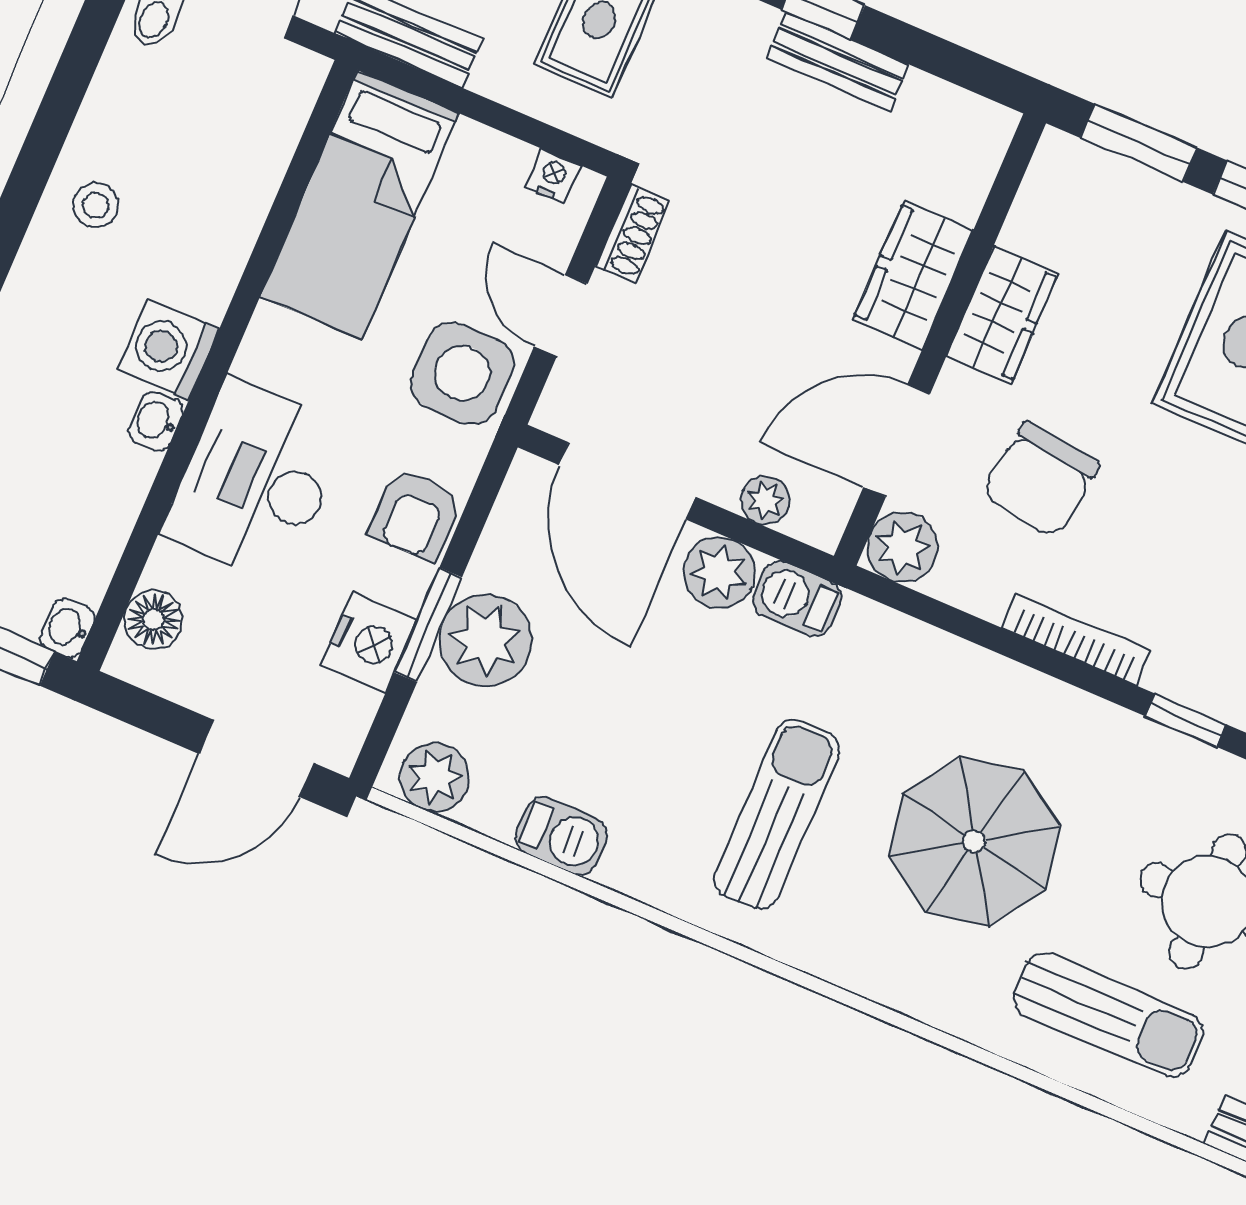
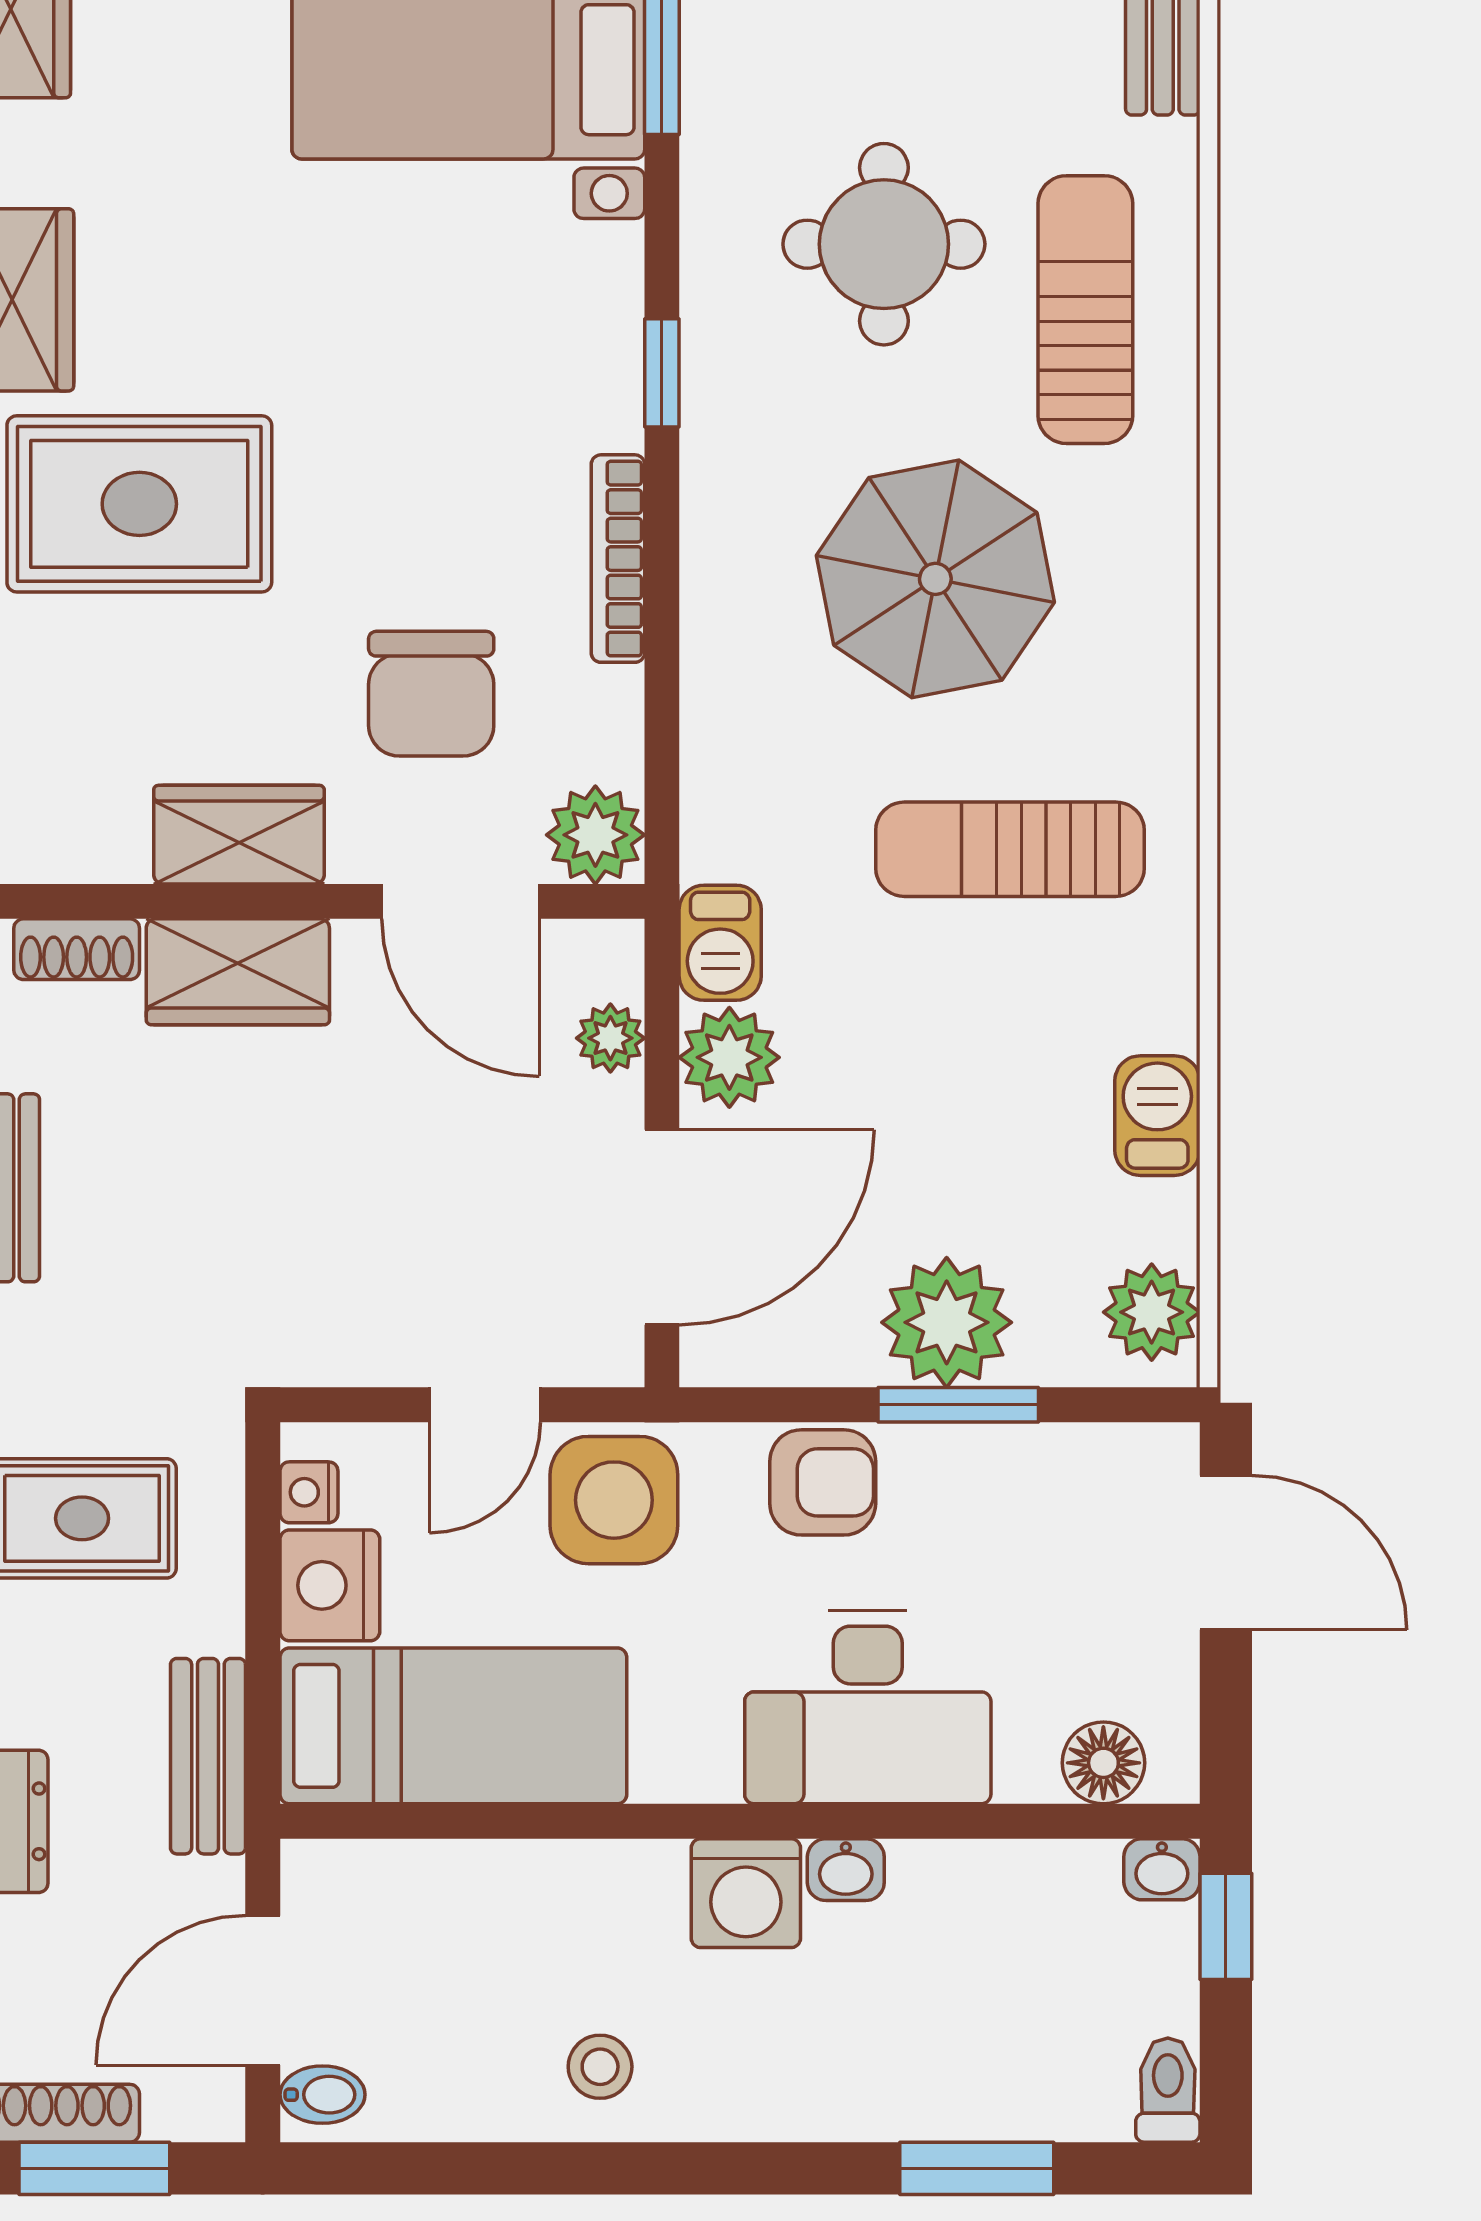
shoe rack: (633, 234) -> (77, 949), moved, turned 180
chair: (1041, 480) -> (431, 694), turned 82
nightstand: (369, 643) -> (330, 1585), moved, turned -90

